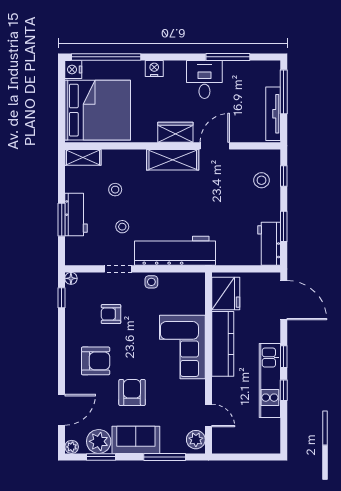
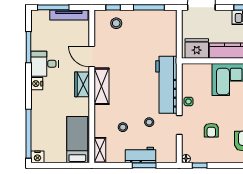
nightstand: (154, 69) -> (37, 84), moved
bed: (98, 110) -> (77, 140), width x0.49
window: (284, 226) -> (149, 7), width x1.44
workbench: (269, 244) -> (161, 18), removed

